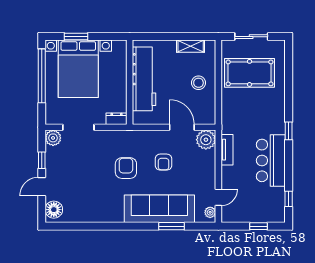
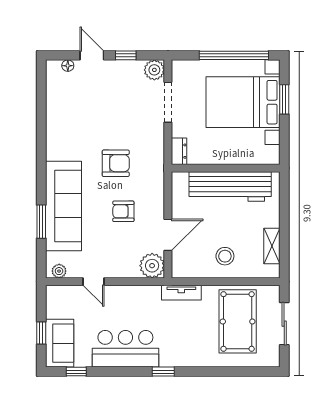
tv unit: (227, 150) -> (181, 293), moved
door: (218, 197) -> (94, 282), moved
floor lamp: (54, 210) -> (68, 66), width x0.53, depth x0.53
sofa: (266, 212) -> (60, 343), added

